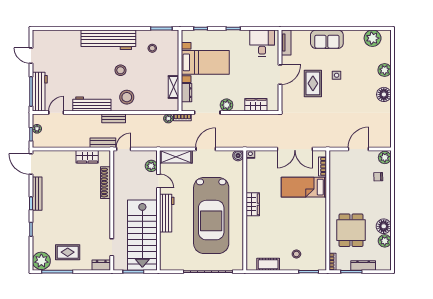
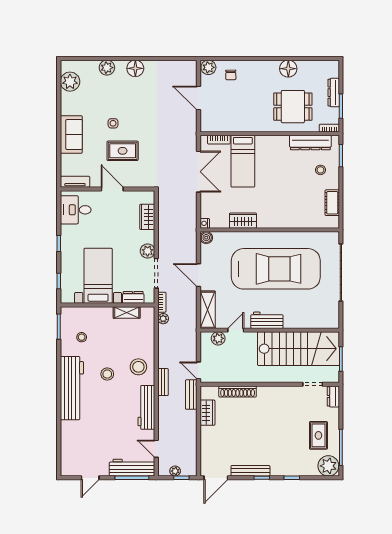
wardrobe: (253, 204) -> (243, 221), moved
workbench: (167, 213) -> (267, 320), width x0.73
plant: (385, 241) -> (305, 67), removed
dresser: (320, 245) -> (310, 143), added

